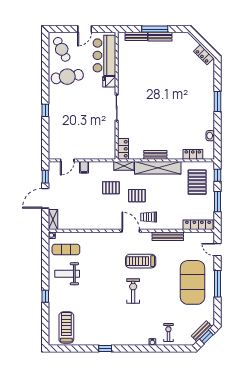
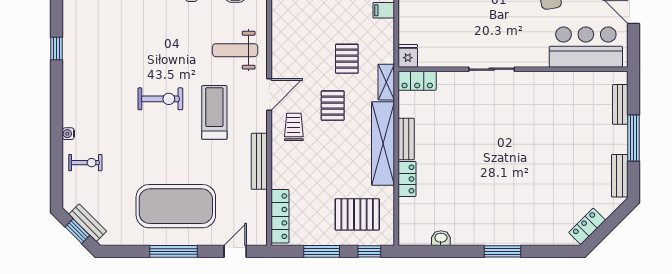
bench: (160, 37) -> (620, 176), moved
fridge: (109, 82) -> (408, 56), moved
locker: (193, 154) -> (407, 179), moved
weight bench: (106, 250) -> (235, 50), added

